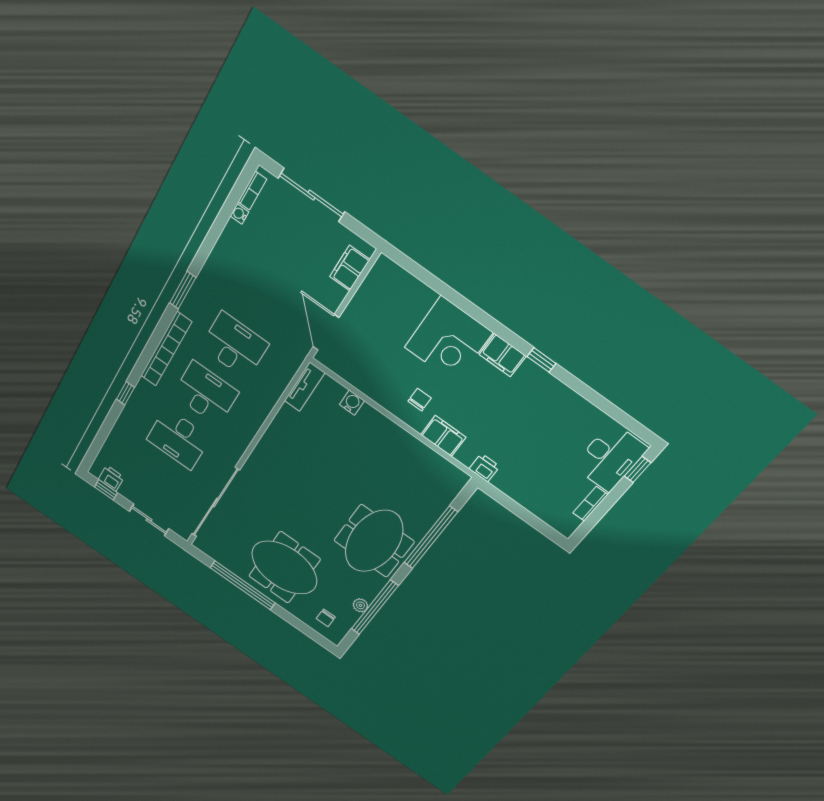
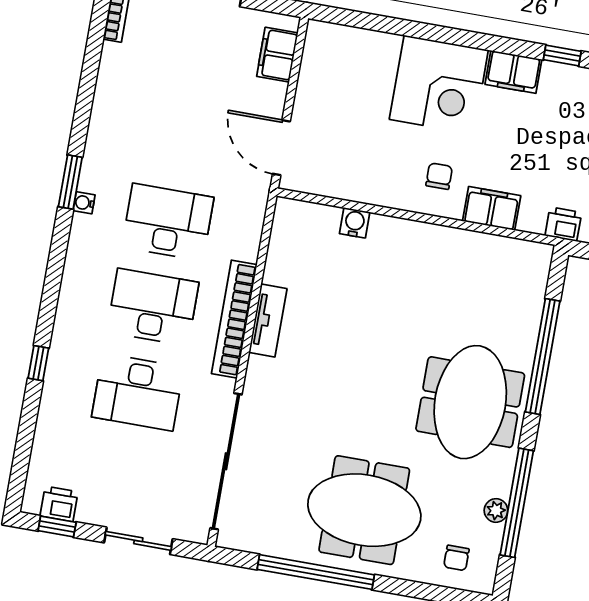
water cooler: (239, 214) -> (84, 203), moved
bookcase: (166, 349) -> (234, 319), moved, turned 180
tv unit: (305, 387) -> (268, 321), moved

